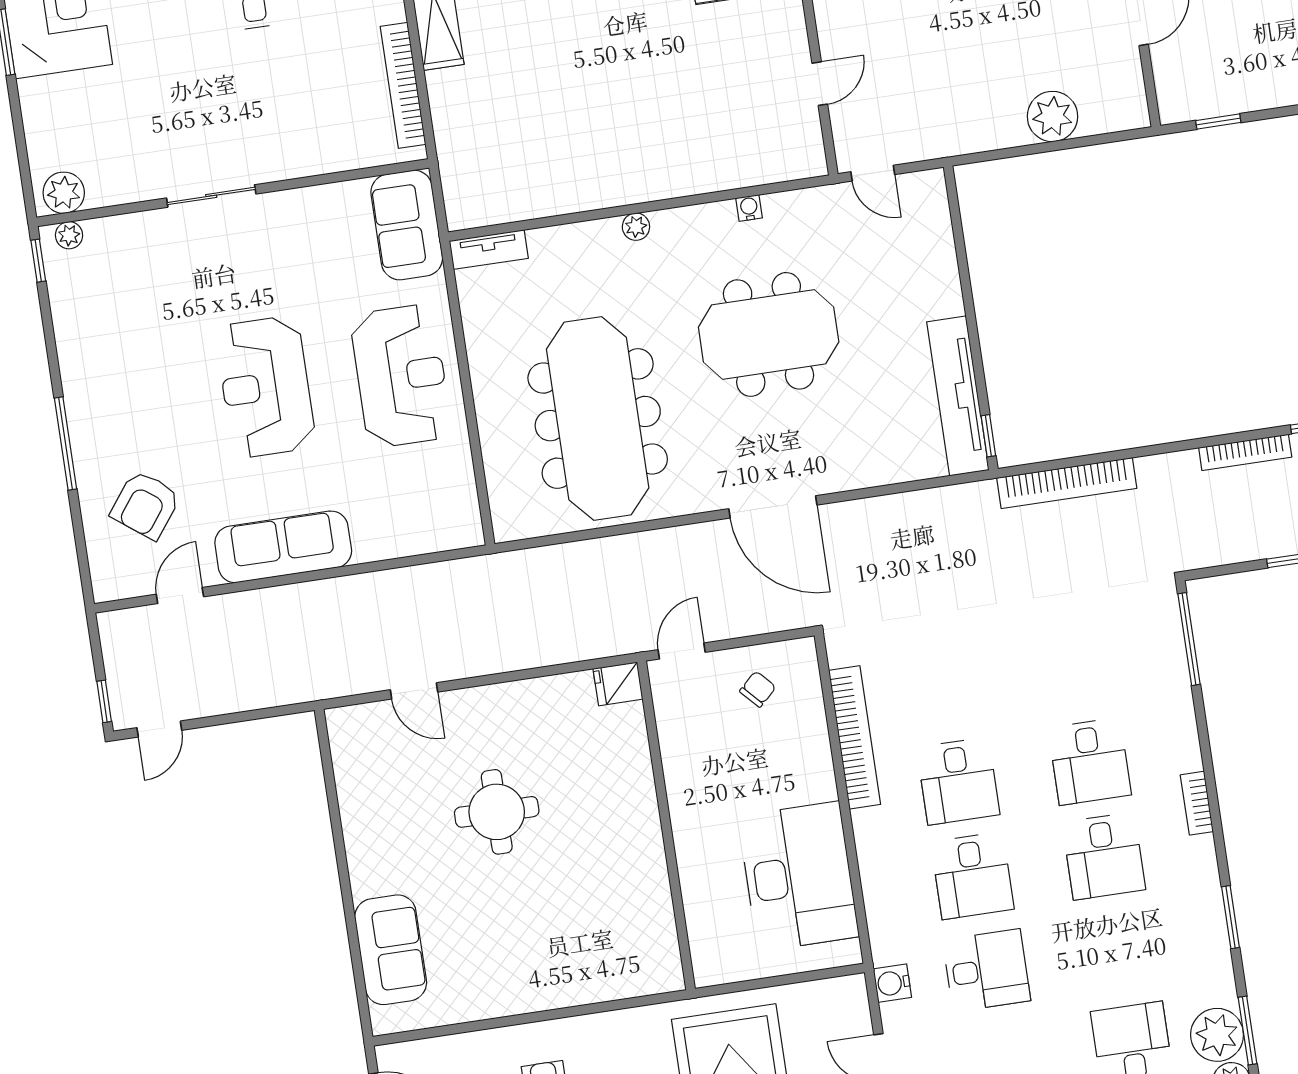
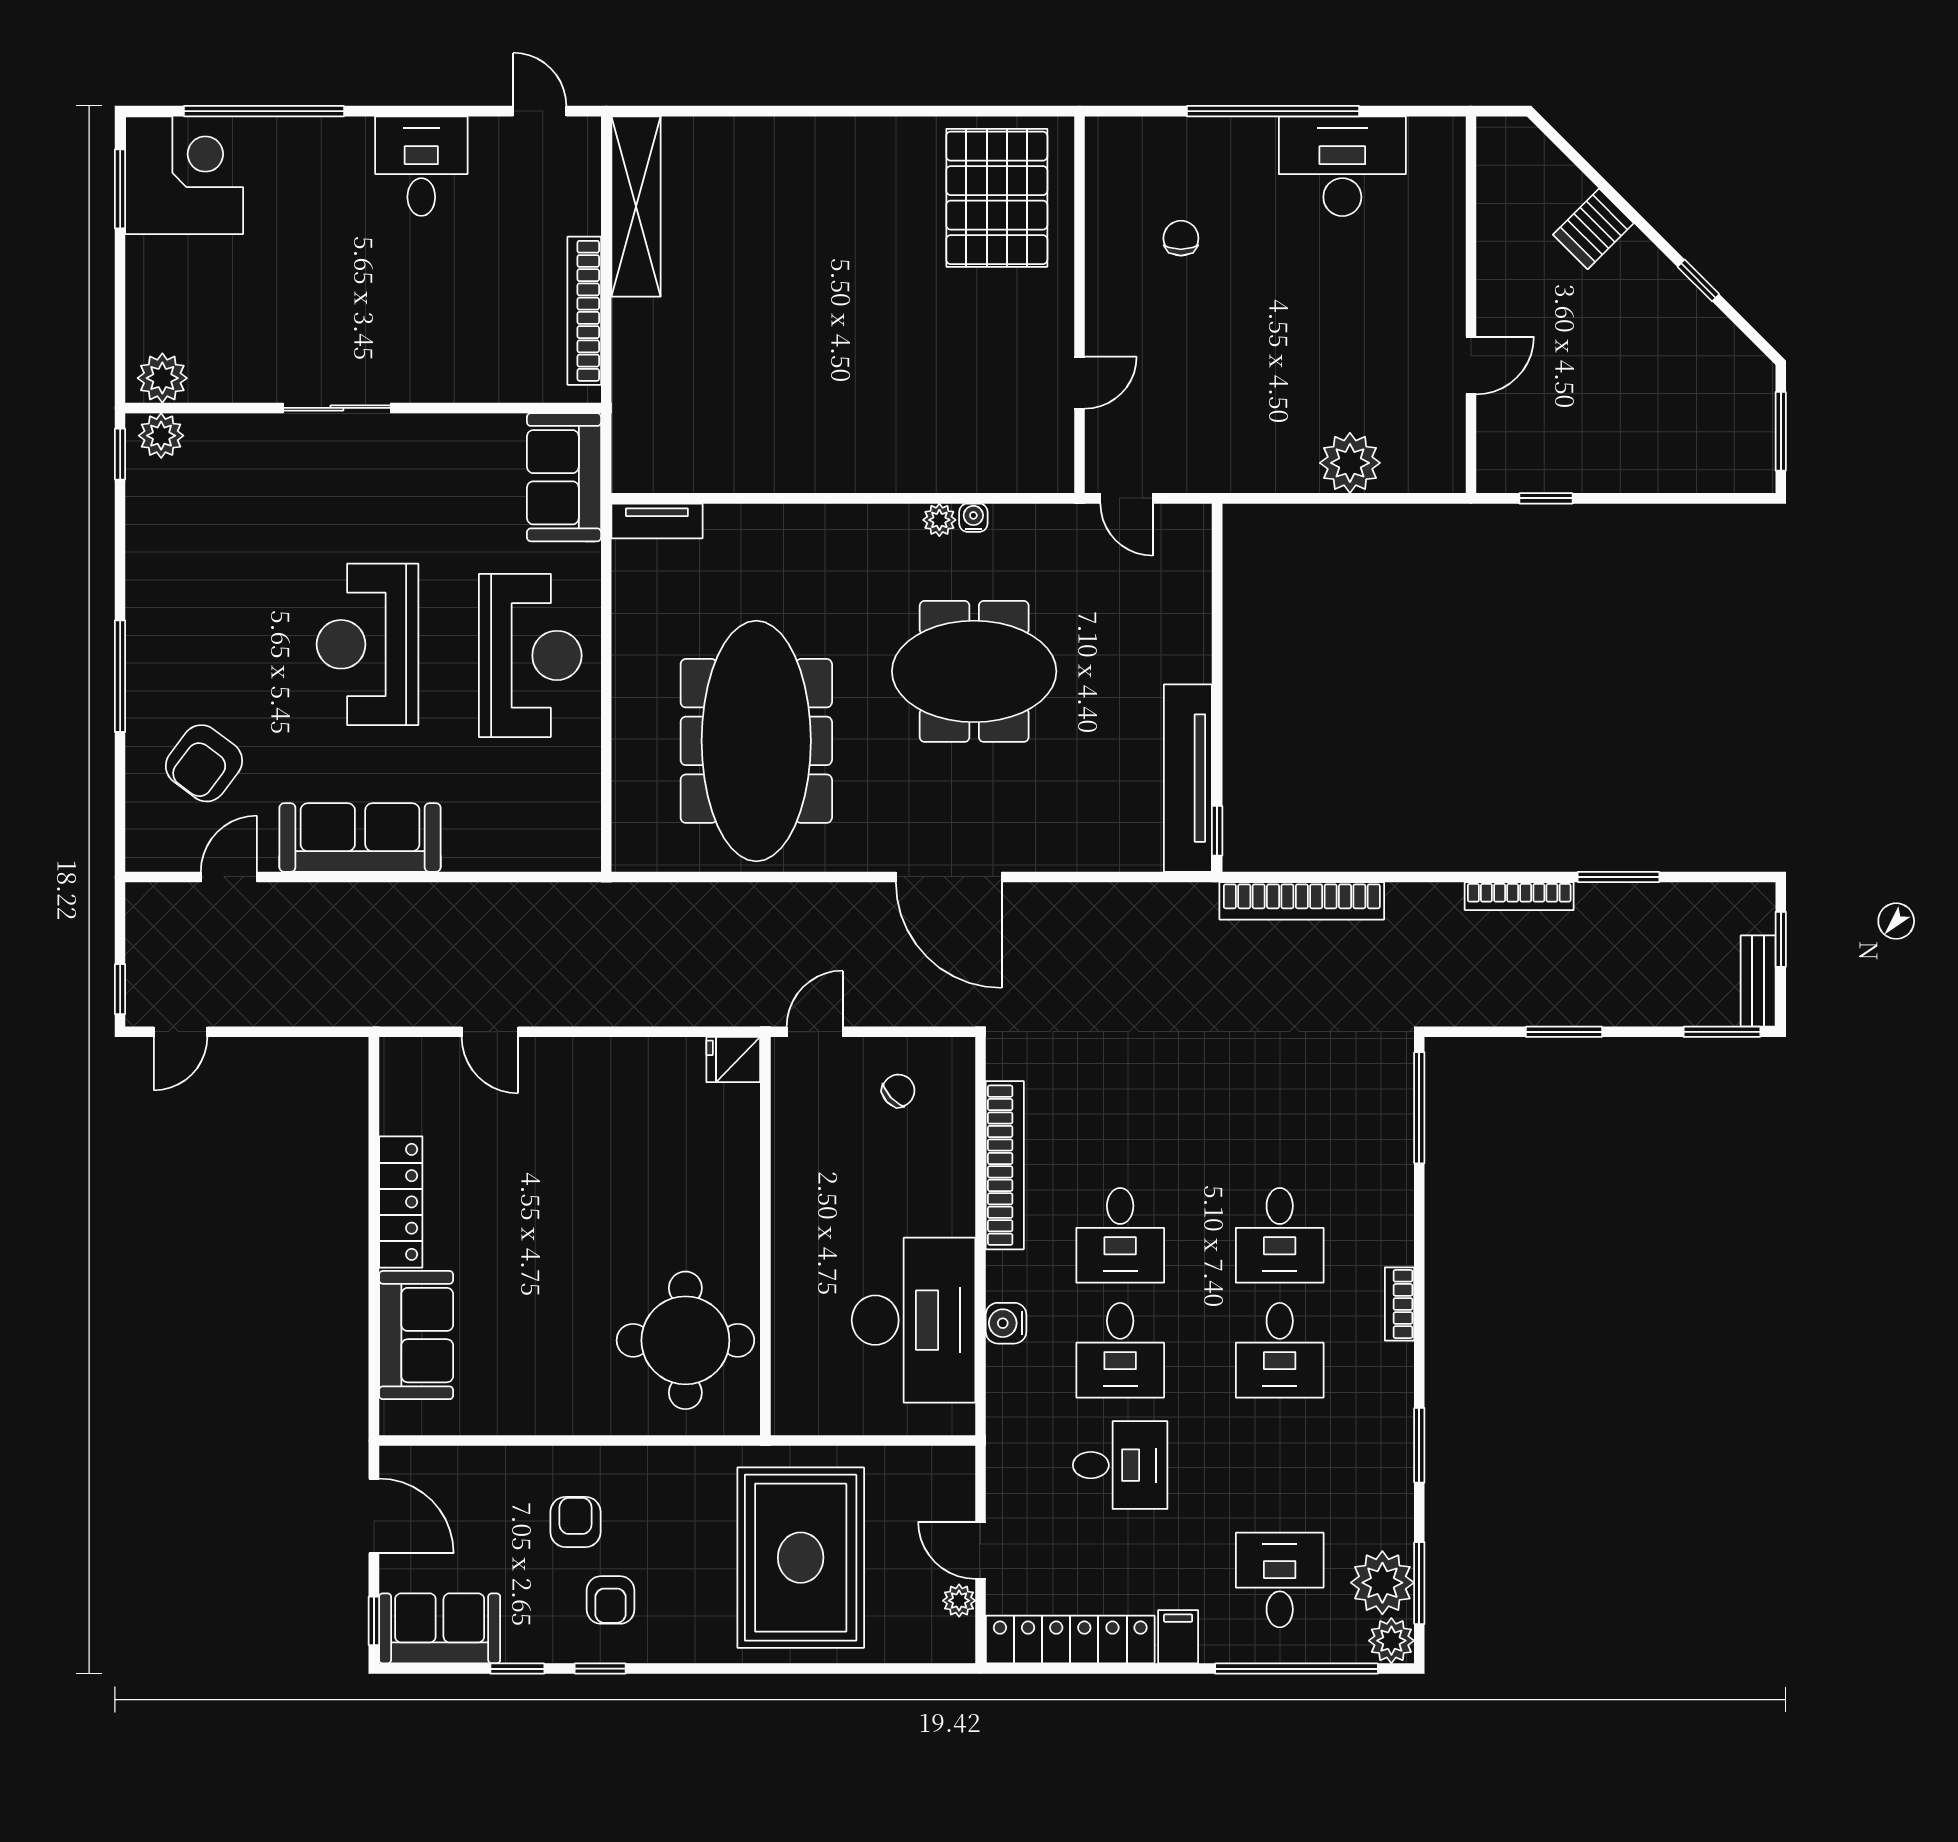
plant: (636, 227) -> (939, 520), moved
plant: (69, 235) -> (161, 436), width x1.38, depth x1.38
round table: (497, 812) -> (685, 1340), moved, width x1.36, depth x1.36
locker: (362, 842) -> (401, 1202), added
water cooler: (892, 983) -> (1006, 1323), moved

